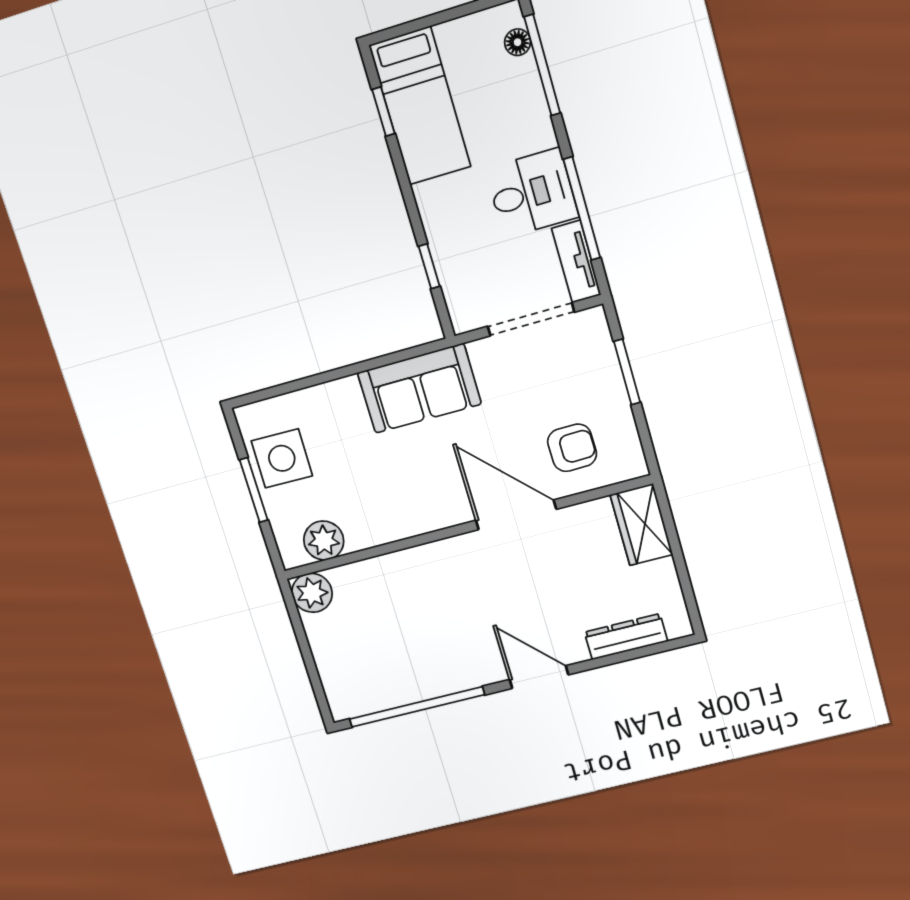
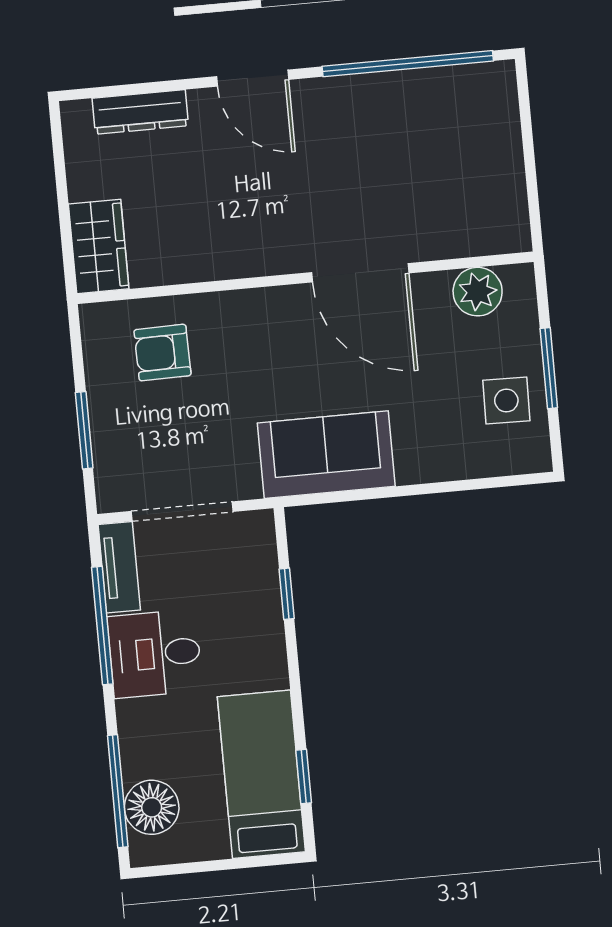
floor lamp: (518, 42) -> (152, 807), width x1.89, depth x1.89
side table: (282, 458) -> (506, 401), width x0.73, depth x0.73
door: (516, 515) -> (360, 273), moved
plant: (312, 593) -> (506, 229), removed

